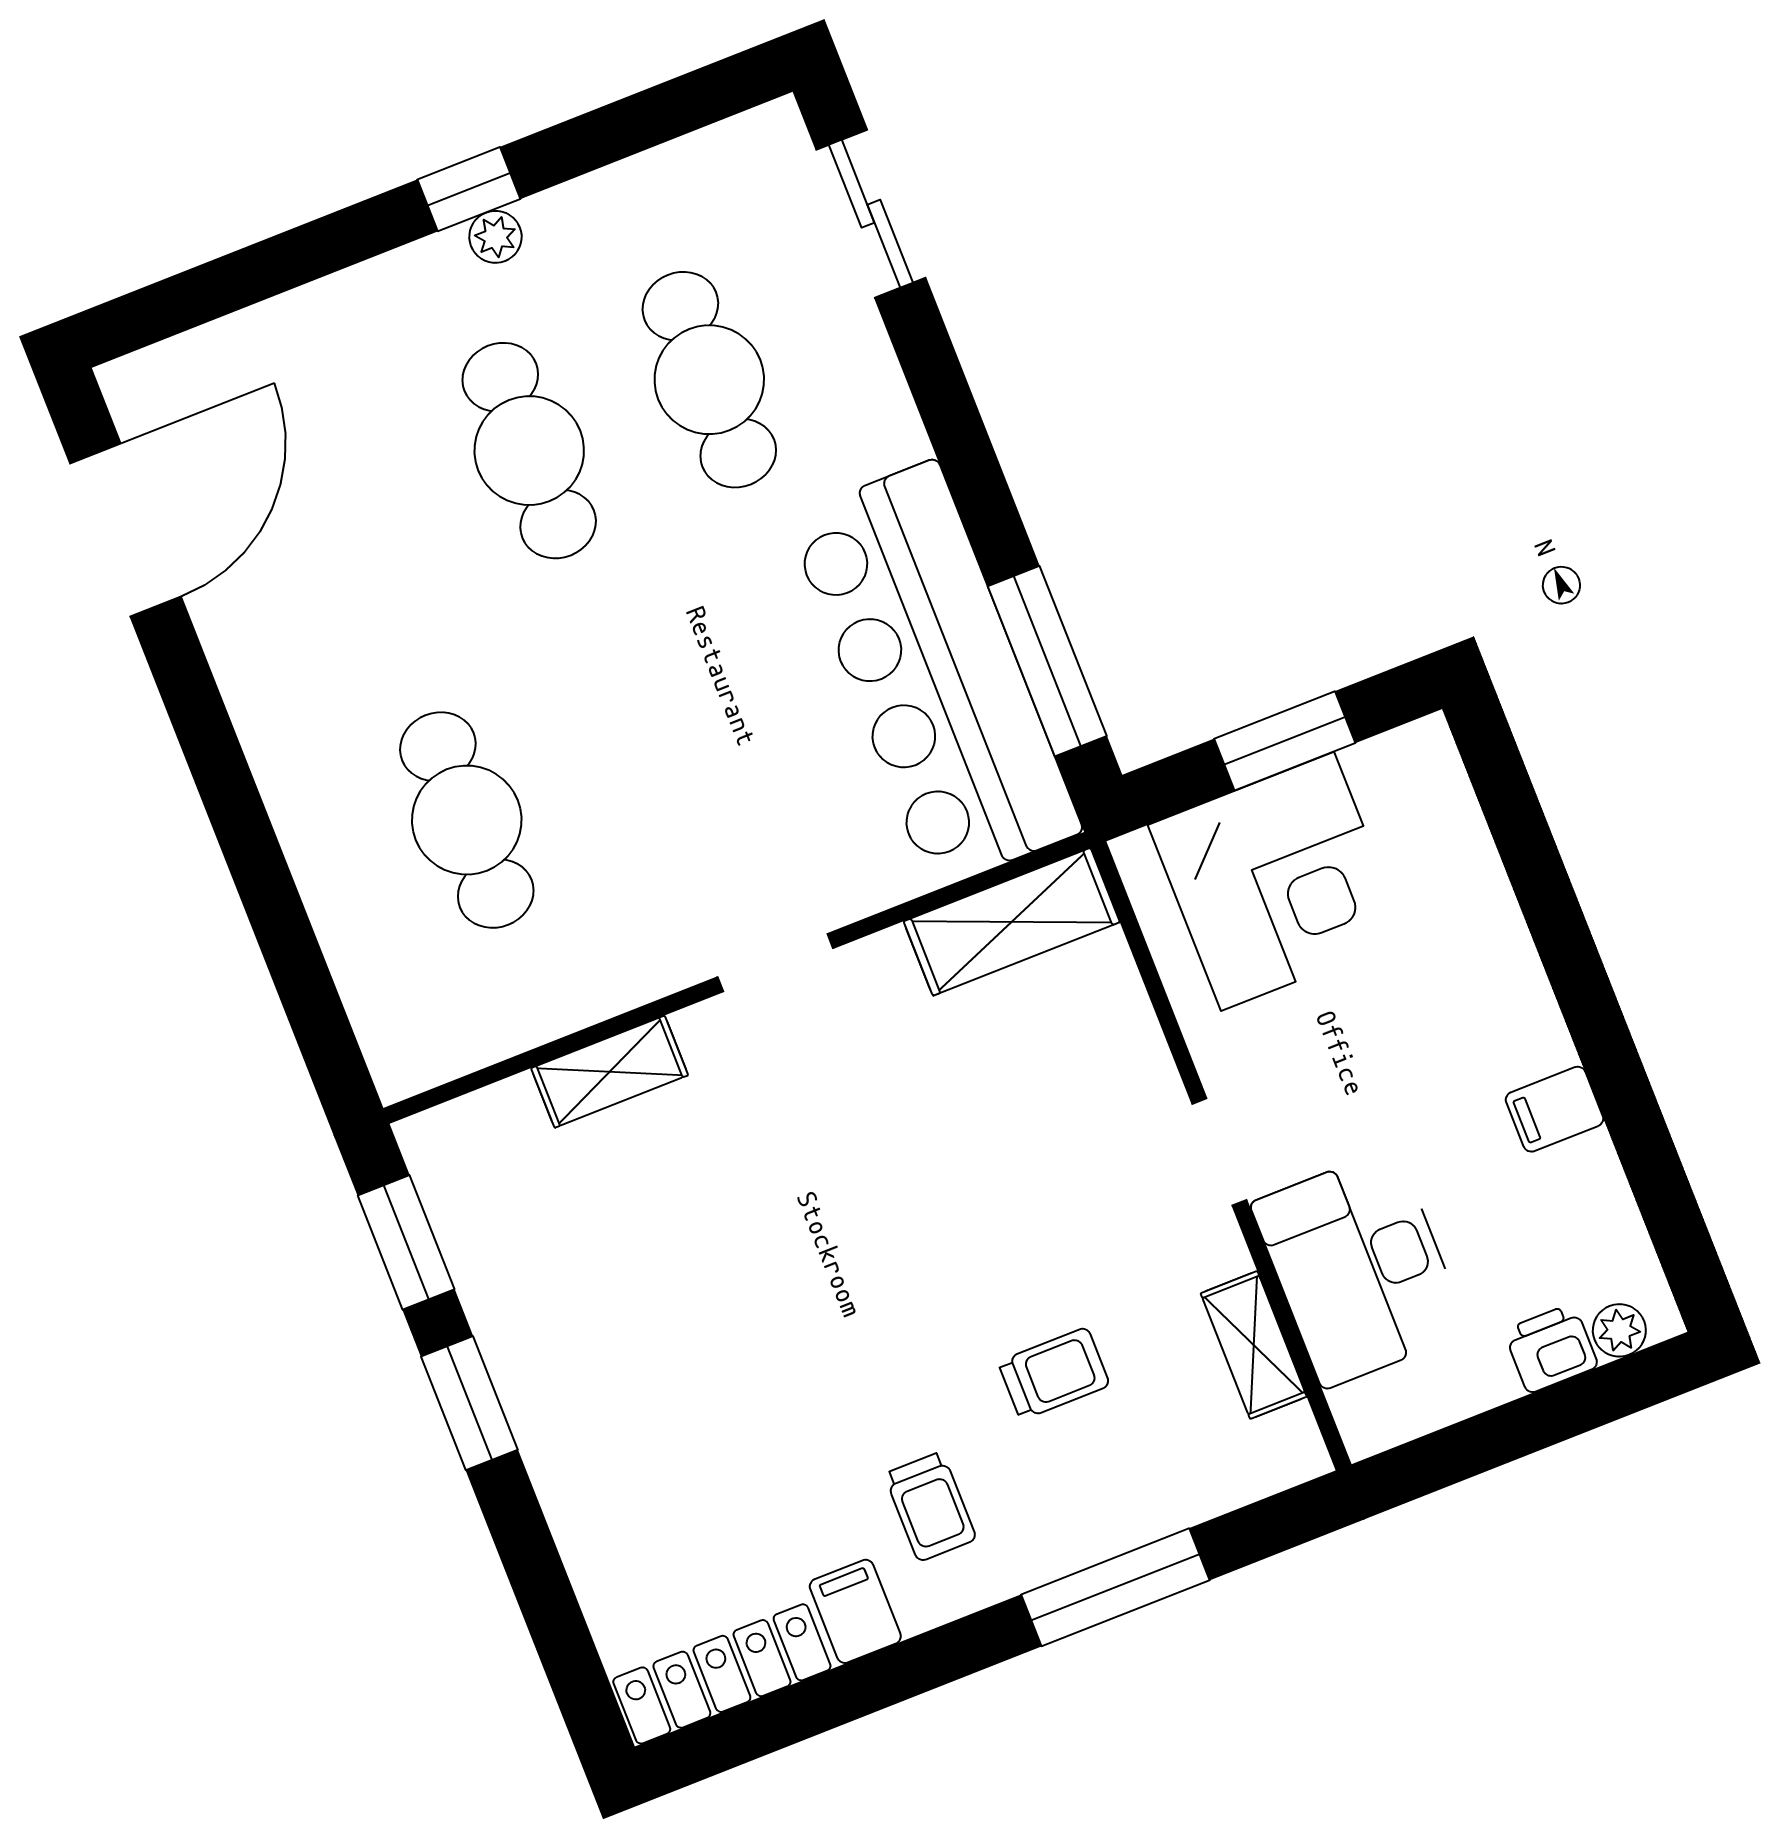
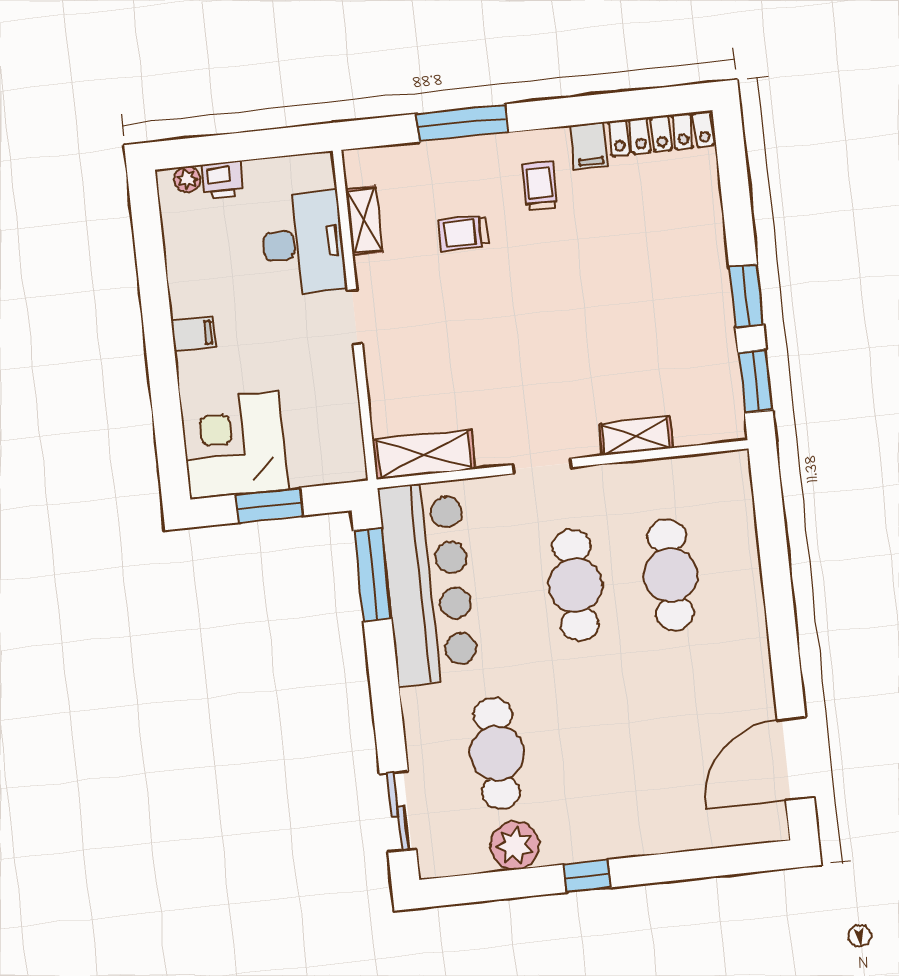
plant: (495, 237) -> (515, 845), moved, width x1.88, depth x1.88
cafe table: (529, 451) -> (575, 585), moved
corner desk: (1278, 881) -> (234, 445), moved
filing cabinet: (1554, 1109) -> (194, 334), moved

